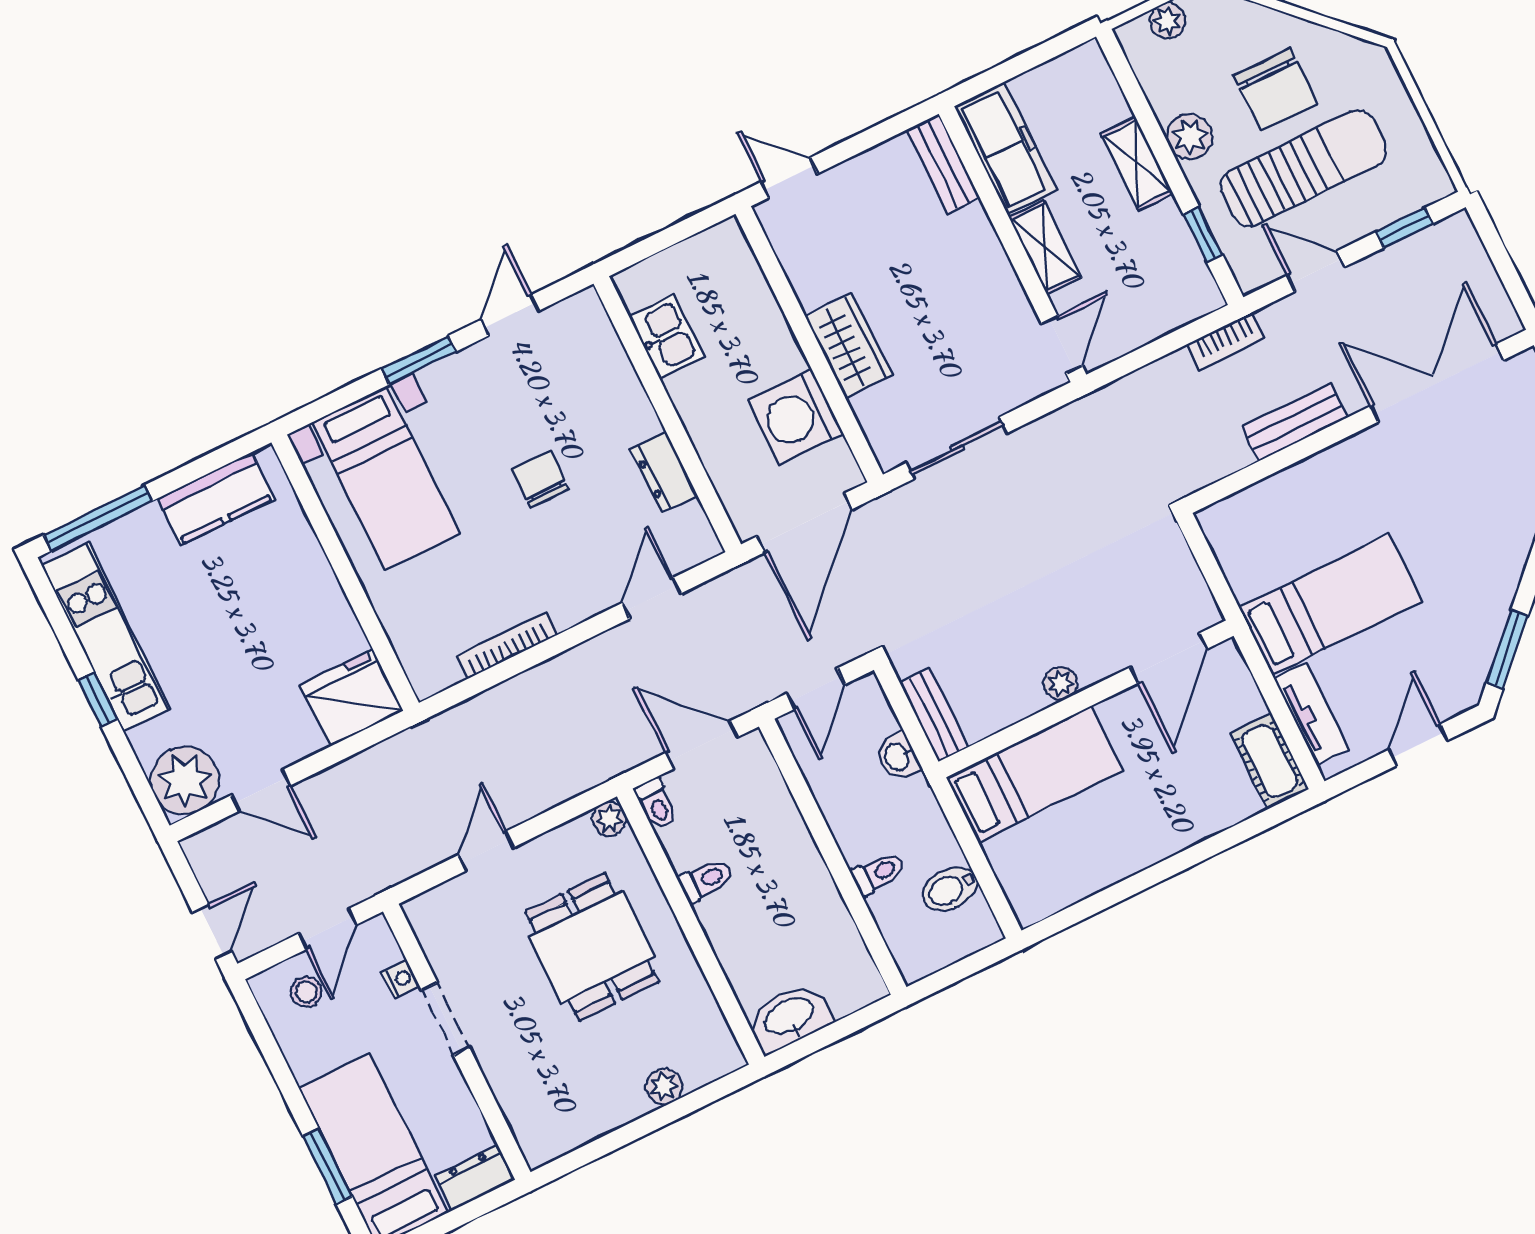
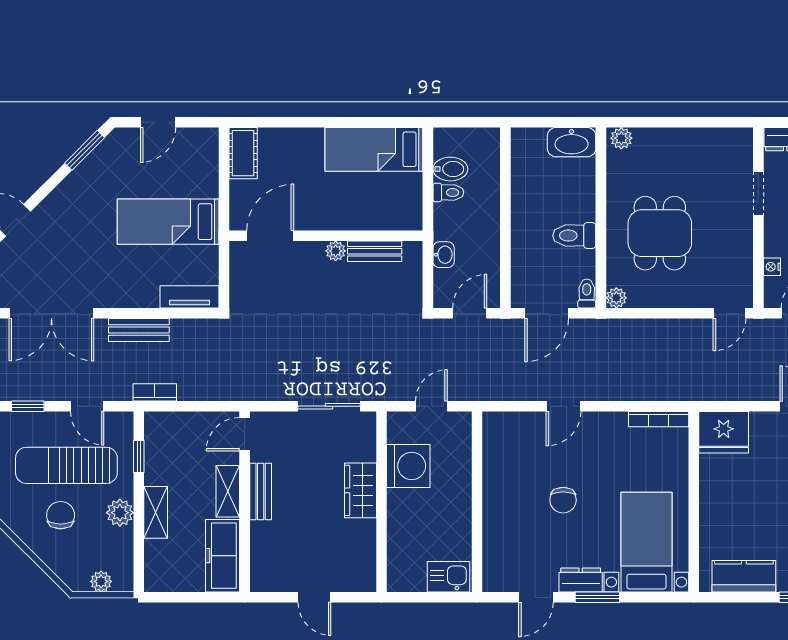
chair: (1276, 90) -> (61, 515), width x0.73, depth x0.73
bench: (943, 164) -> (261, 492), moved
door: (789, 178) -> (314, 597), moved
kitchen sink: (667, 336) -> (448, 577), moved, turned 90
dresser: (664, 472) -> (581, 580), moved, turned -90
door: (805, 523) -> (431, 406), width x0.53
door: (652, 598) -> (564, 406), moved
bookcase: (507, 646) -> (659, 419), moved
bench: (934, 714) -> (375, 251), moved, turned 90
tv unit: (1312, 714) -> (189, 297), moved, turned 90
door: (702, 745) -> (547, 313), hinge flipped
bed: (1035, 774) -> (374, 149), moved
door: (486, 851) -> (729, 313), moved
toilet: (878, 873) -> (448, 192), moved, turned 180
toilet: (706, 880) -> (574, 236), width x1.37, depth x1.39
doorway: (446, 1019) -> (758, 193), moved
plant: (664, 1086) -> (621, 138), moved

